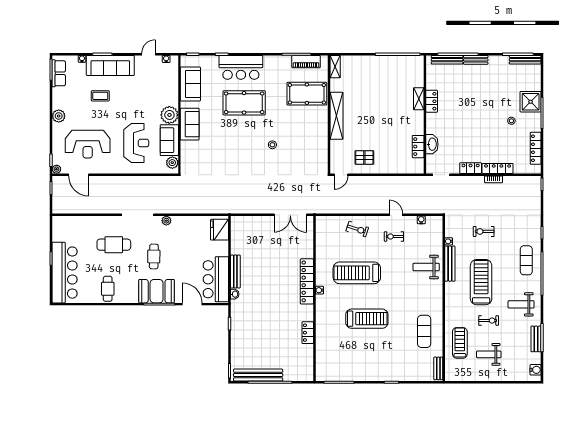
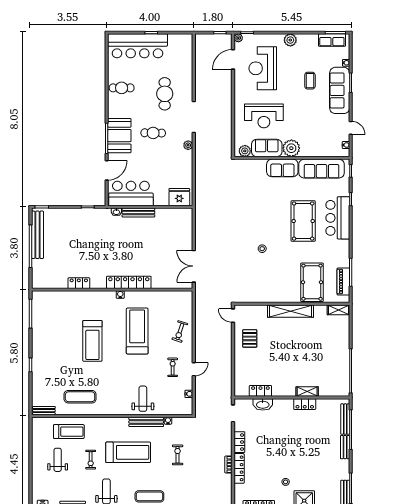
sofa: (190, 84) -> (322, 169), width x1.36

